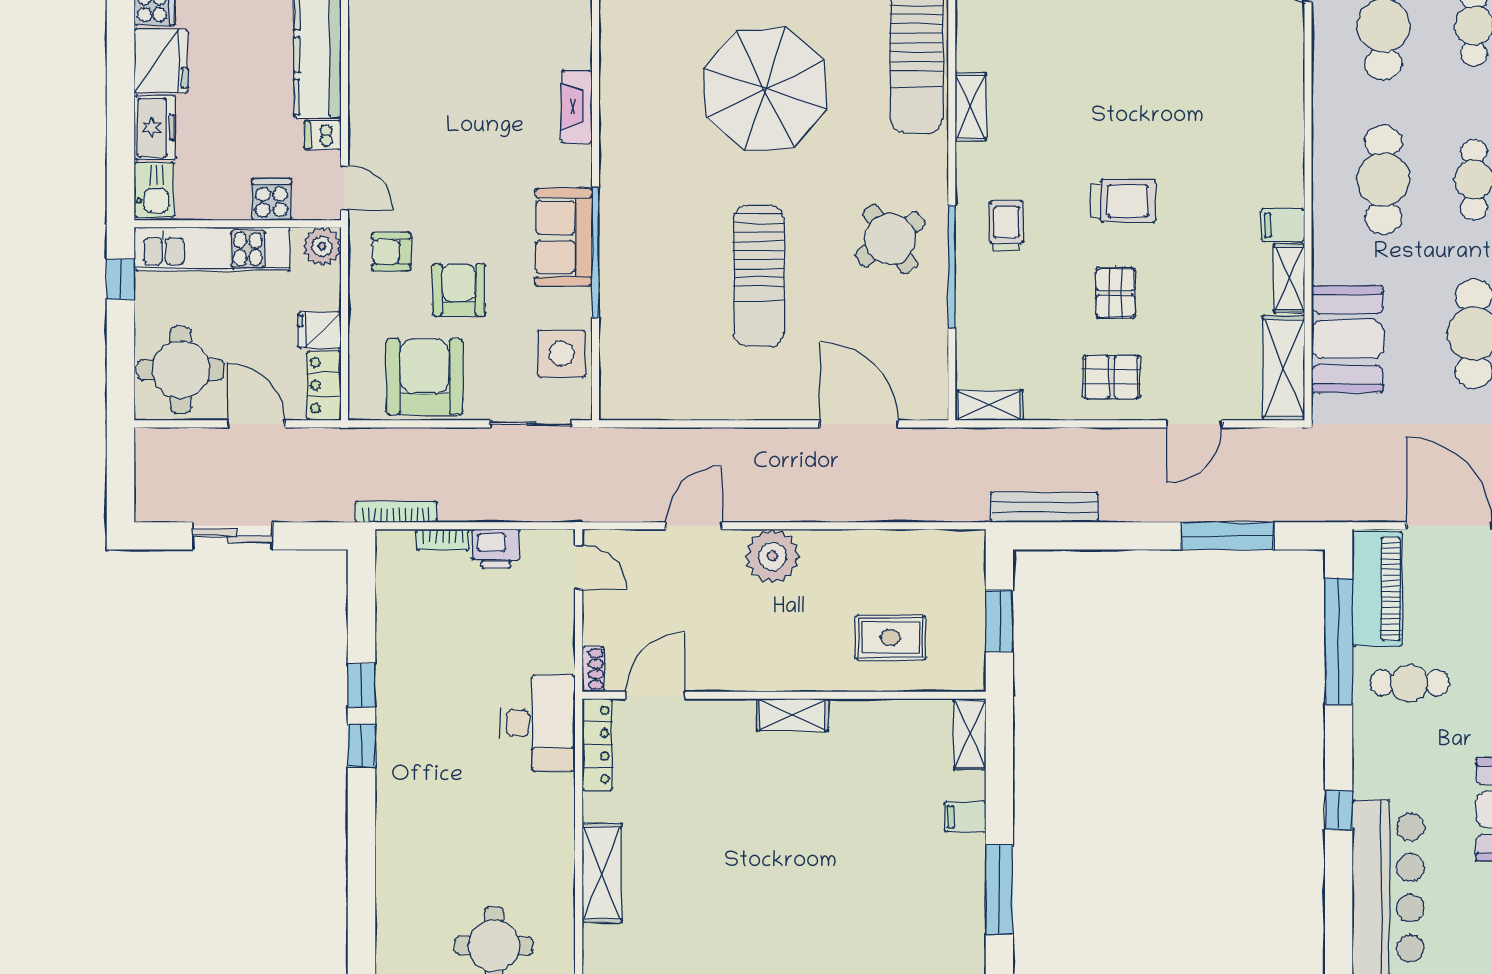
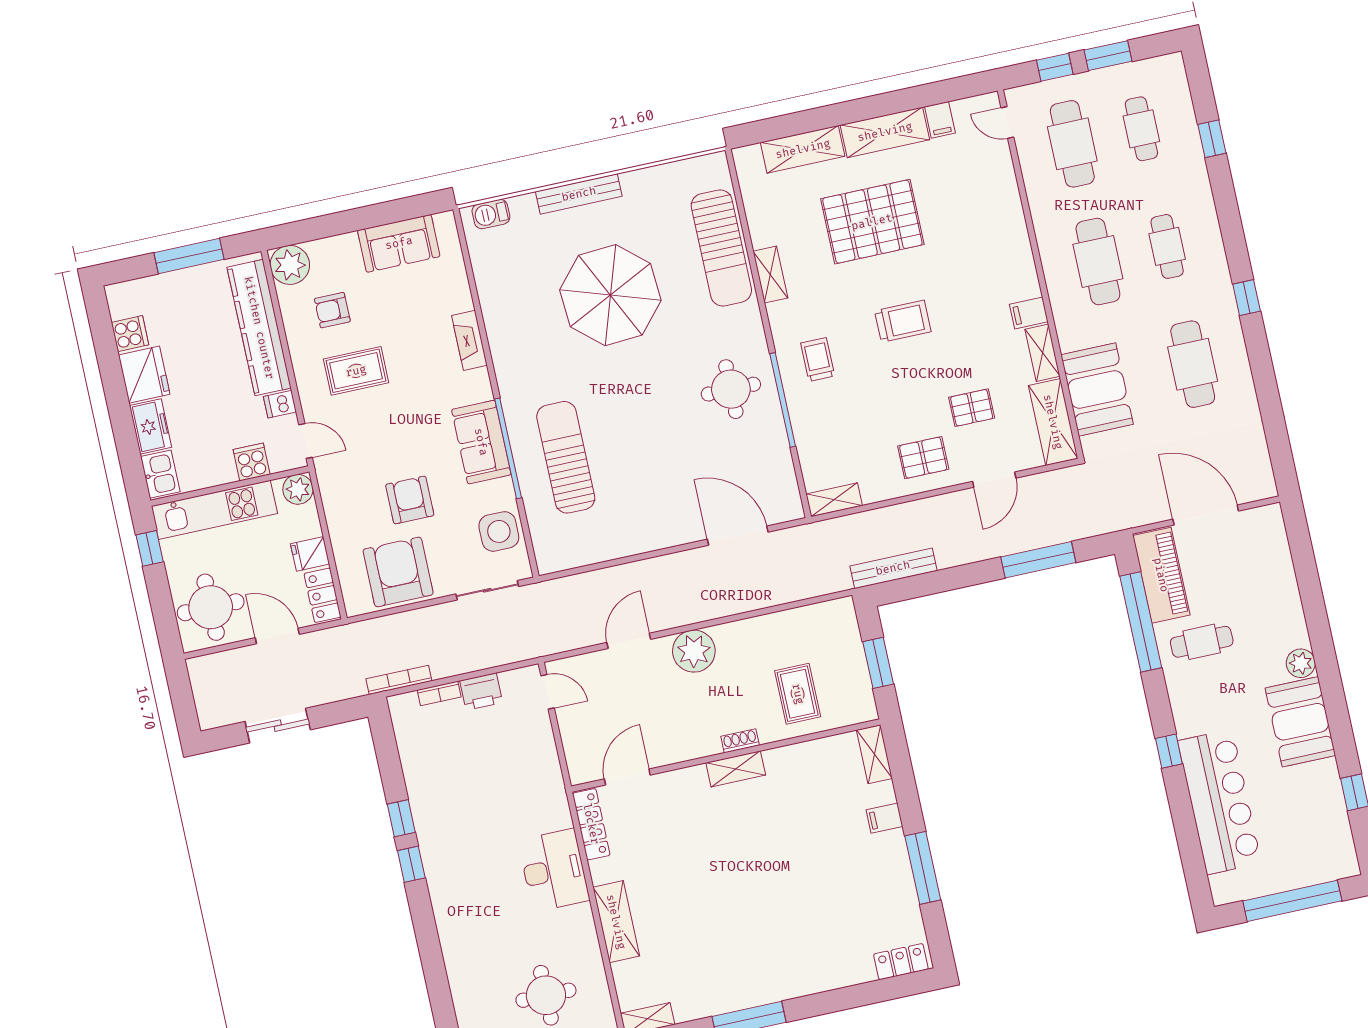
pallet: (1112, 68) -> (872, 222), added
rug: (427, 114) -> (356, 371), added
round table: (890, 239) -> (731, 389), turned 35
armchair: (391, 252) -> (332, 310), moved
sun lounger: (759, 276) -> (566, 457), moved, turned 180
pallet: (1115, 293) -> (972, 408), moved, turned 90
rug: (890, 638) -> (798, 694), turned 90
shoe rack: (593, 669) -> (740, 741), moved, turned -90
desk: (538, 723) -> (554, 870), moved

